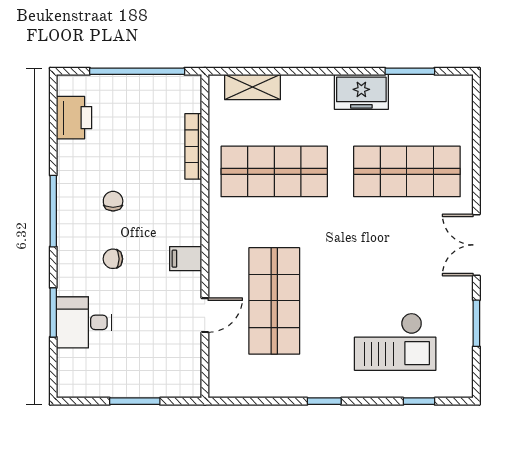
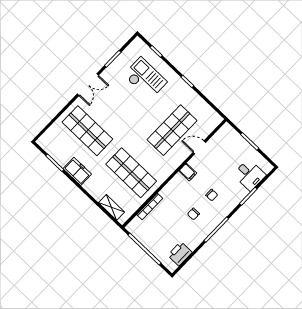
desk: (84, 322) -> (249, 175), moved

